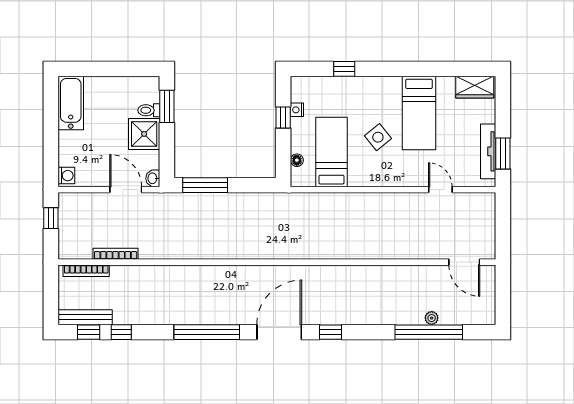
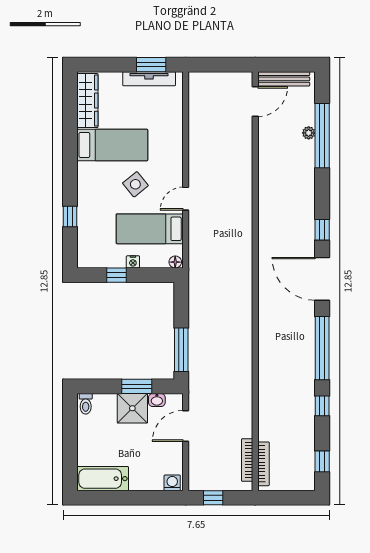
wardrobe: (475, 87) -> (87, 101), width x1.50
window: (167, 106) -> (137, 386), moved
toilet: (149, 110) -> (86, 404), moved
nightstand: (297, 110) -> (133, 262), moved
floor lamp: (297, 160) -> (175, 262), moved
washbasin: (153, 178) -> (157, 400), moved
door: (440, 190) -> (186, 199), moved
bookcase: (116, 254) -> (247, 460), moved
bench: (85, 317) -> (284, 79), moved, turned 90
window: (121, 332) -> (322, 406), moved

